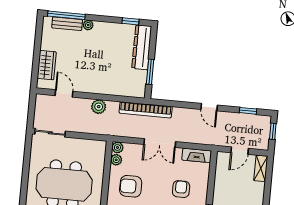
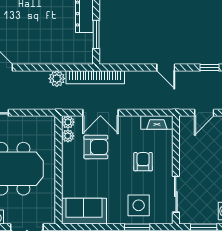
plant: (99, 107) -> (57, 79), moved
double door: (160, 143) -> (100, 113), moved
armchair: (131, 186) -> (96, 147), moved, turned 180

